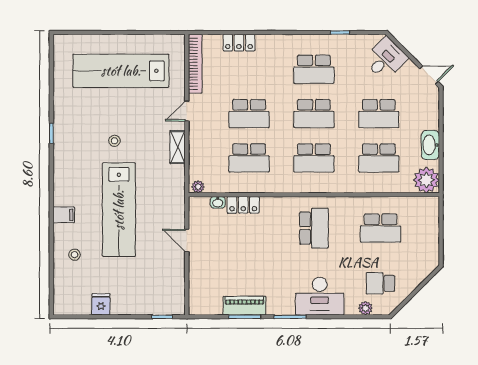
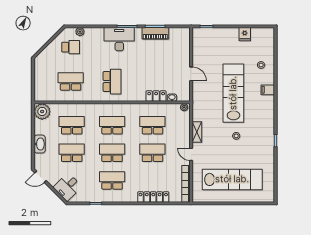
locker: (239, 43) -> (153, 197), width x1.53
door: (187, 111) -> (191, 154), swing flipped
washbasin: (430, 145) -> (40, 144), moved
school desk: (314, 228) -> (112, 82), turned 180
desk: (320, 296) -> (119, 39), moved

